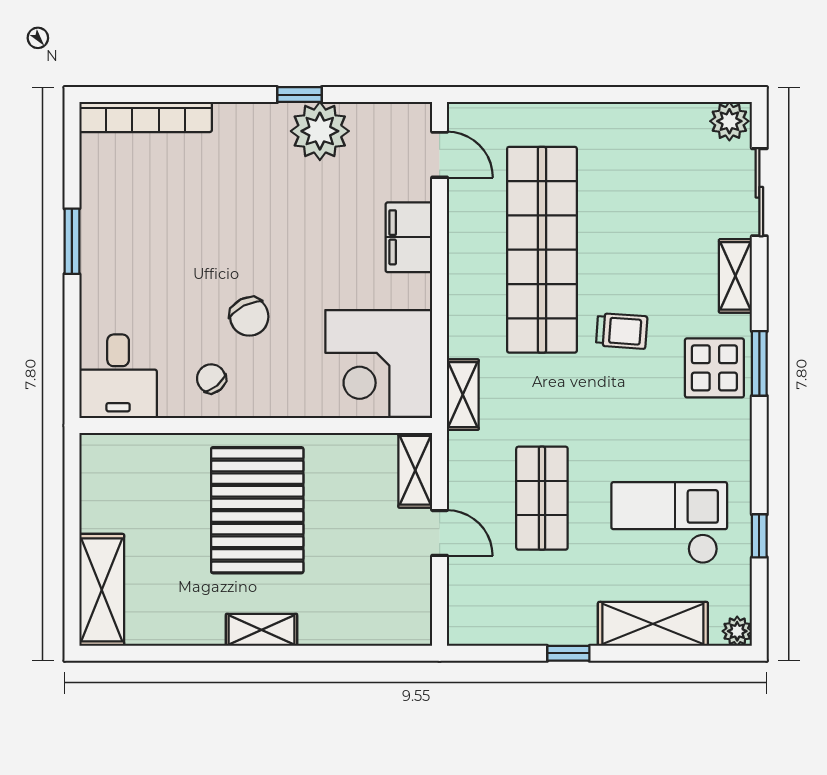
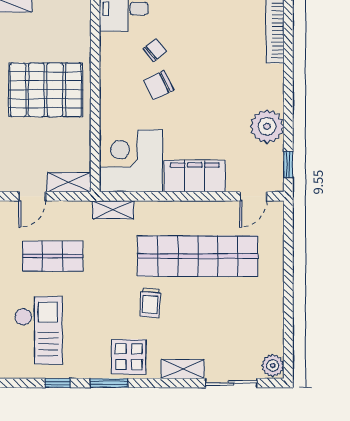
window: (299, 95) -> (288, 165), moved
filing cabinet: (409, 237) -> (195, 176), width x1.50, depth x1.17
window: (759, 363) -> (109, 383), moved
chair: (211, 379) -> (155, 50), moved
window: (759, 536) -> (58, 383), moved

